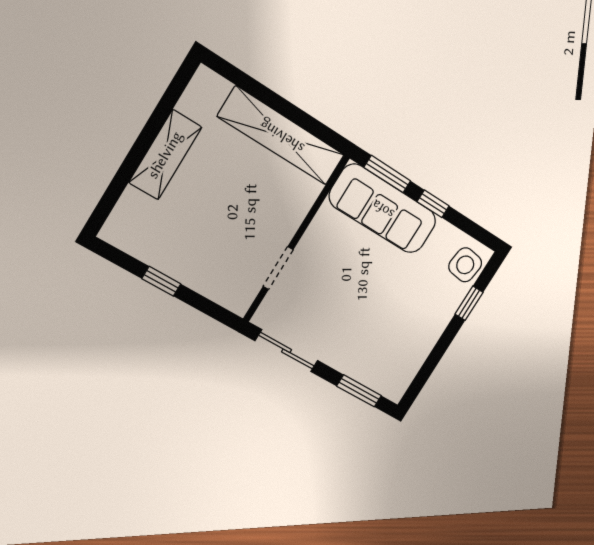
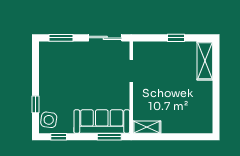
shelving: (282, 136) -> (147, 127), width x0.45, depth x0.75
shelving: (165, 155) -> (205, 61), moved
window: (433, 204) -> (59, 137), moved

